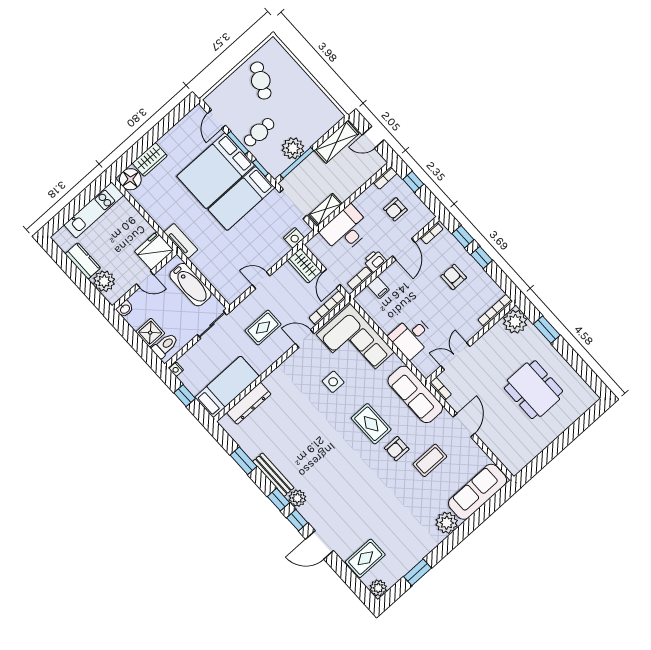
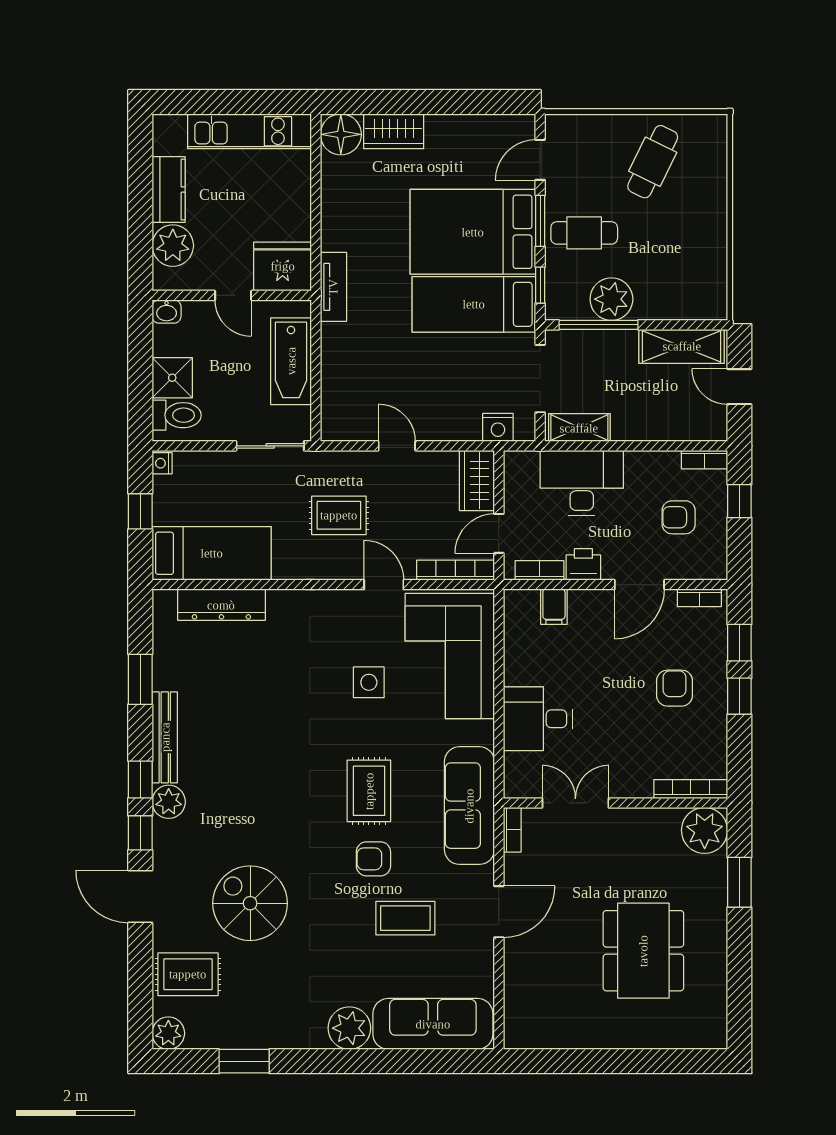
spiral stairs: (364, 509) -> (250, 903), added

